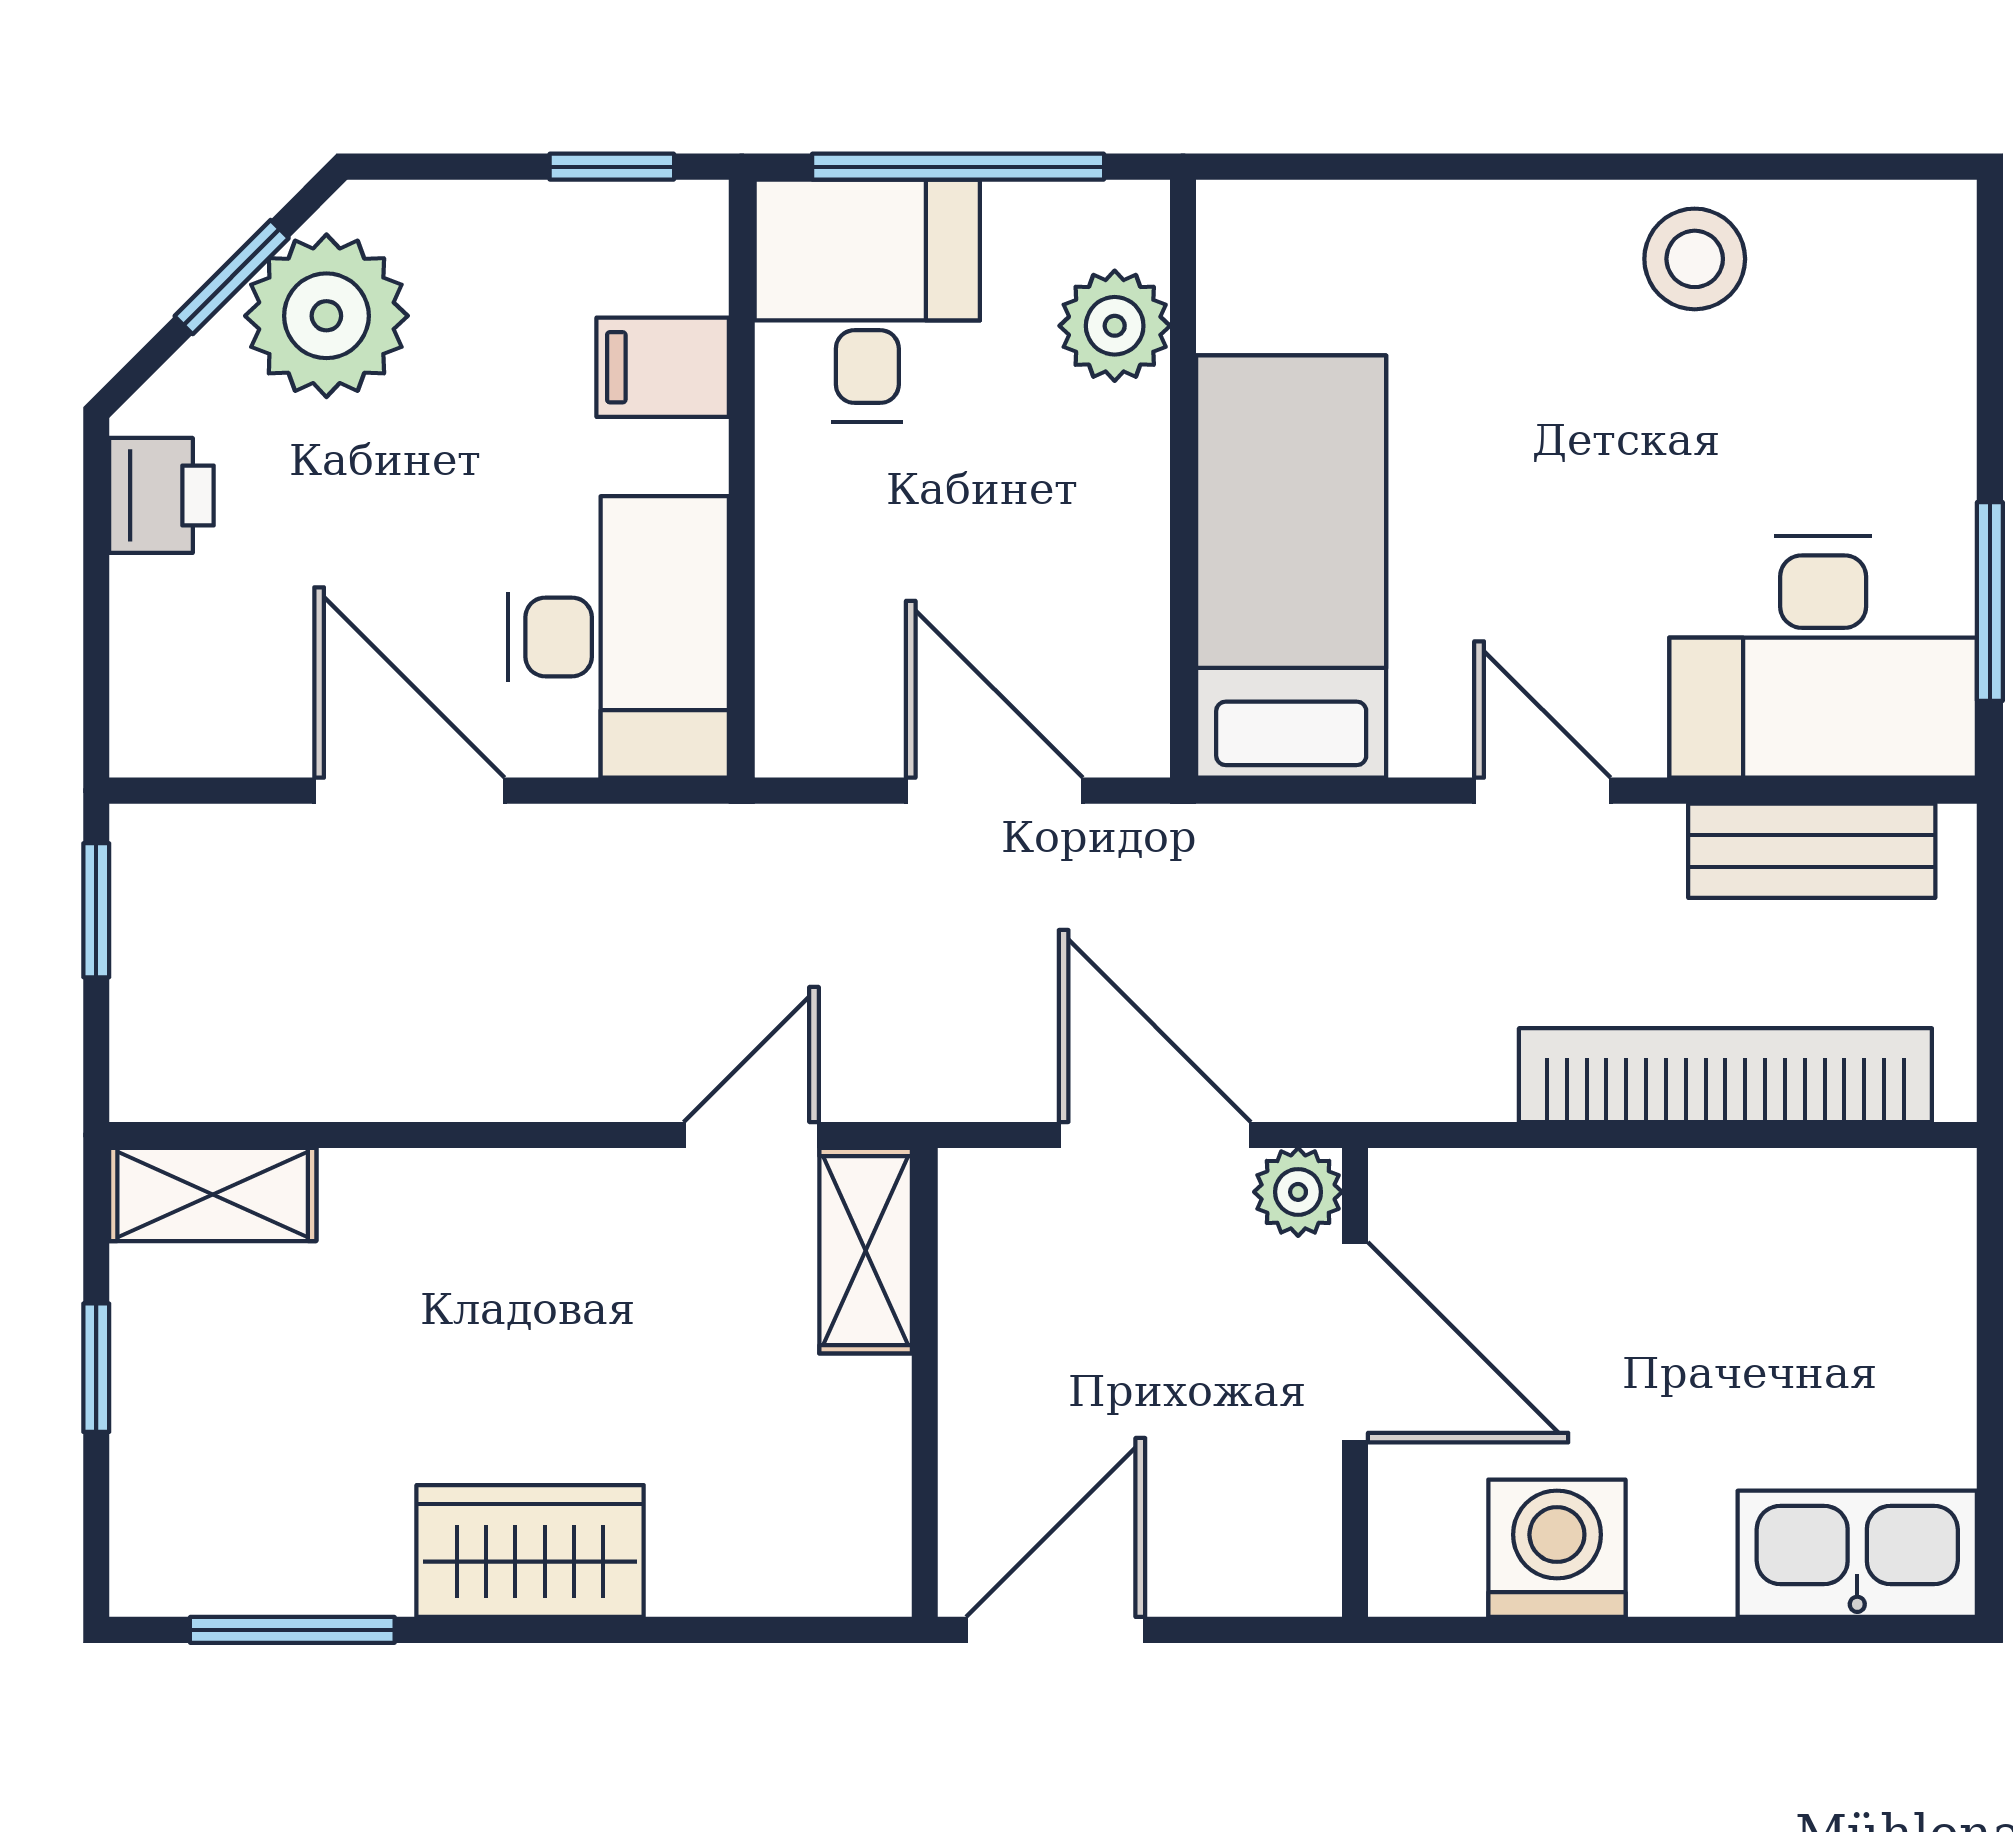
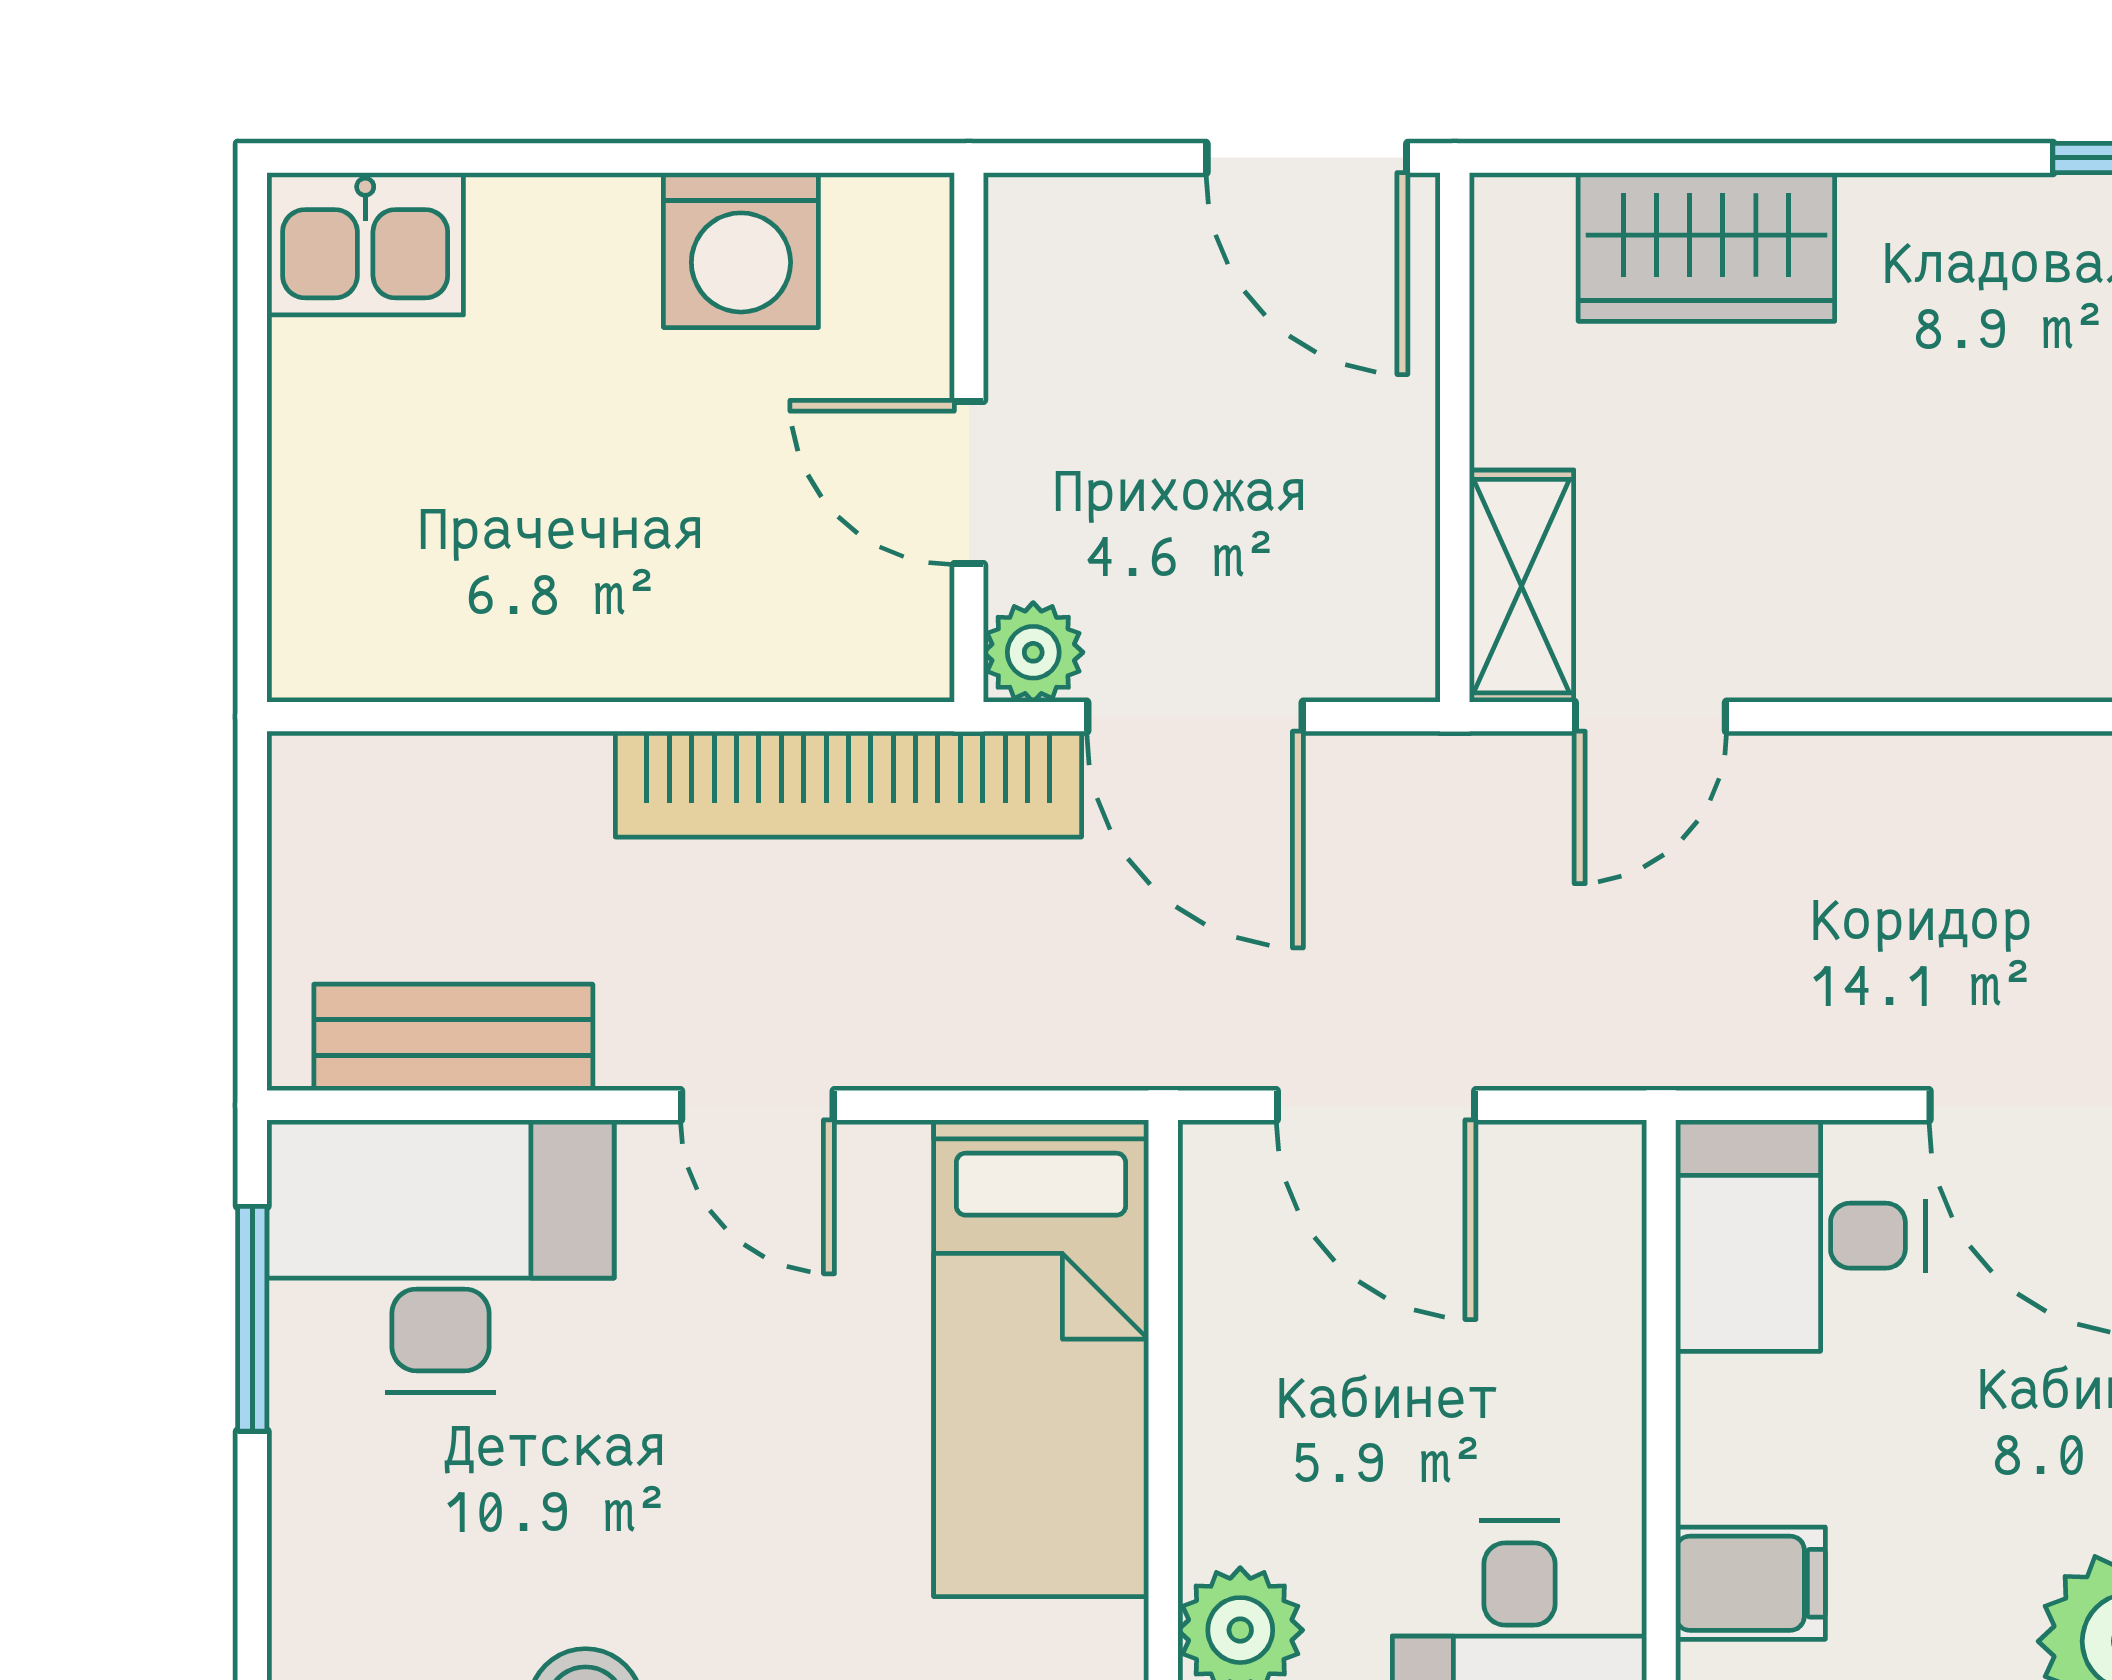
desk: (618, 637) -> (1801, 1236), width x0.73
bookcase: (1725, 1075) -> (848, 784), moved
door: (1355, 1342) -> (969, 483), width x0.73
wardrobe: (530, 1551) -> (1706, 247), moved
kitchen sink: (1857, 1554) -> (365, 244), width x0.73
door: (1056, 1630) -> (1307, 158), hinge flipped

